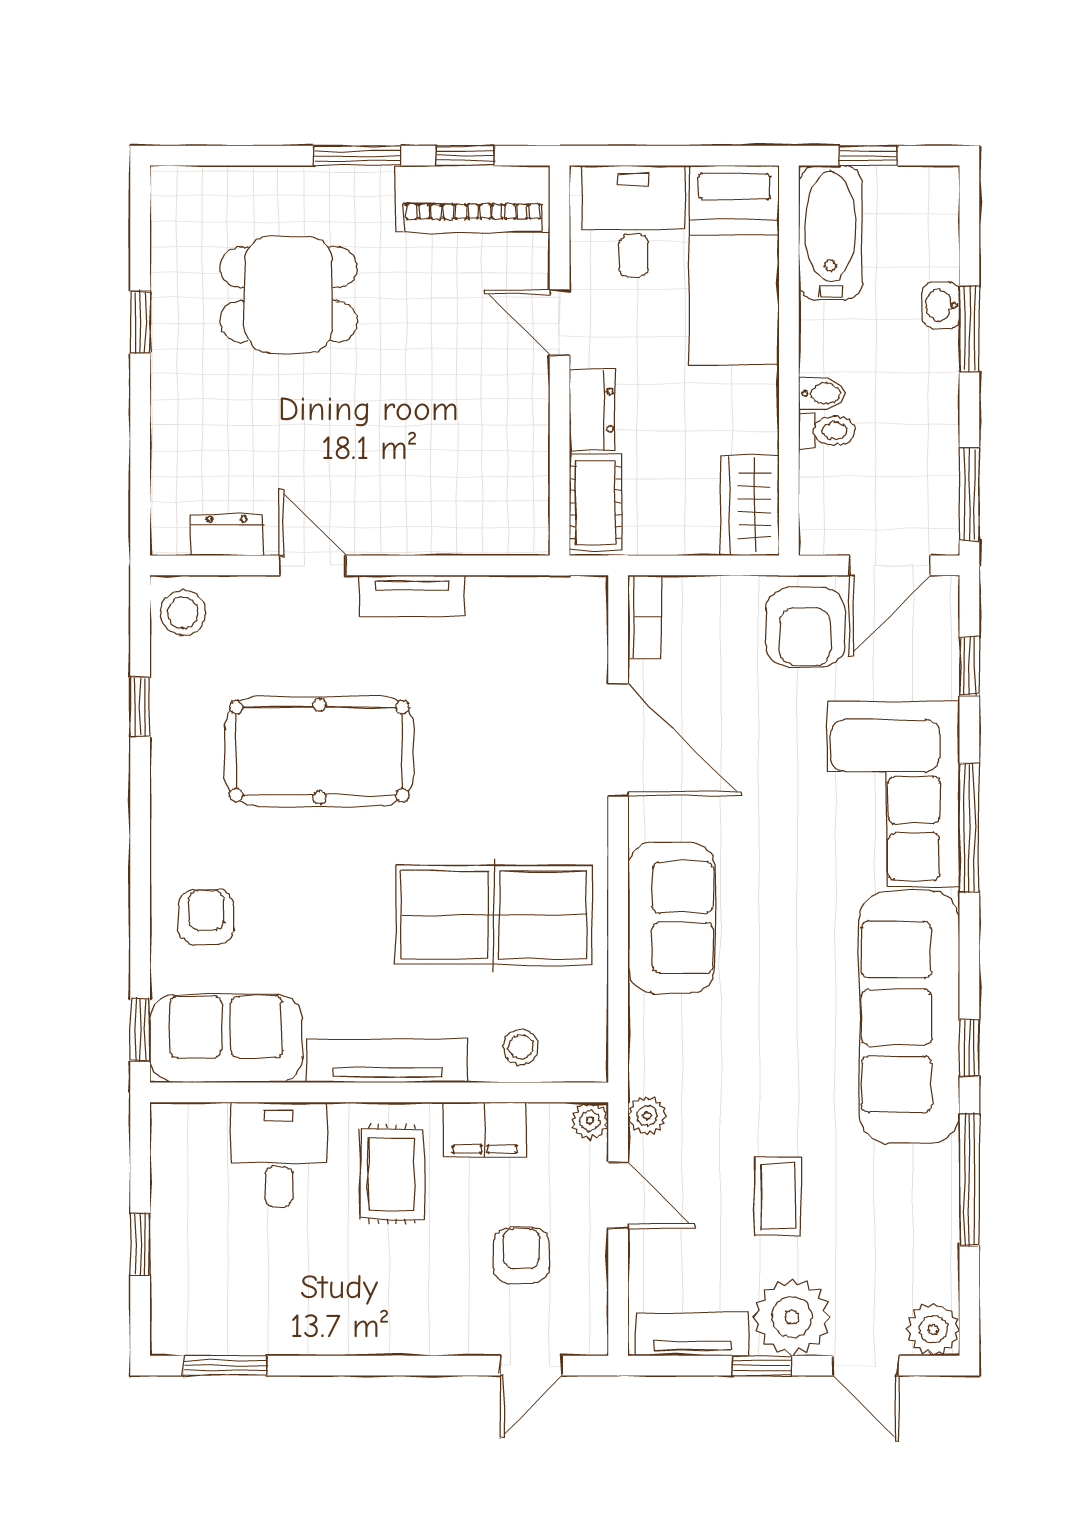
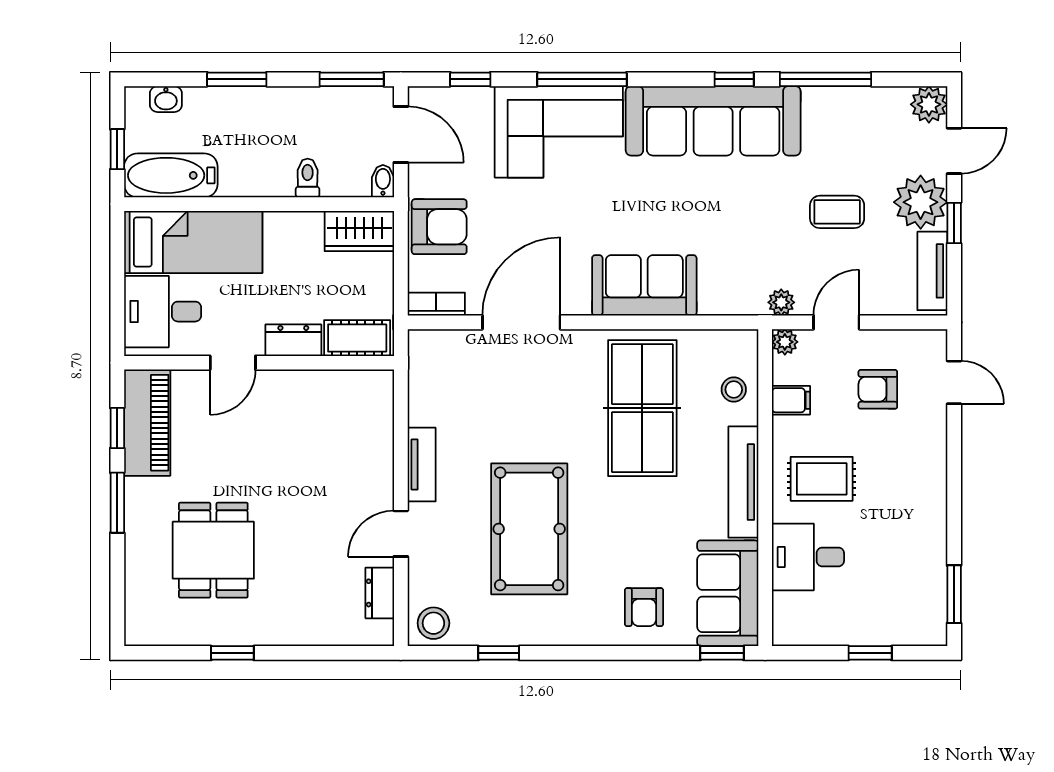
washbasin: (941, 305) -> (166, 99), moved
bidet: (822, 393) -> (383, 181), moved
armchair: (805, 627) -> (439, 227), moved
armchair: (206, 917) -> (644, 607), turned -90
filing cabinet: (485, 1130) -> (791, 400), width x0.50

